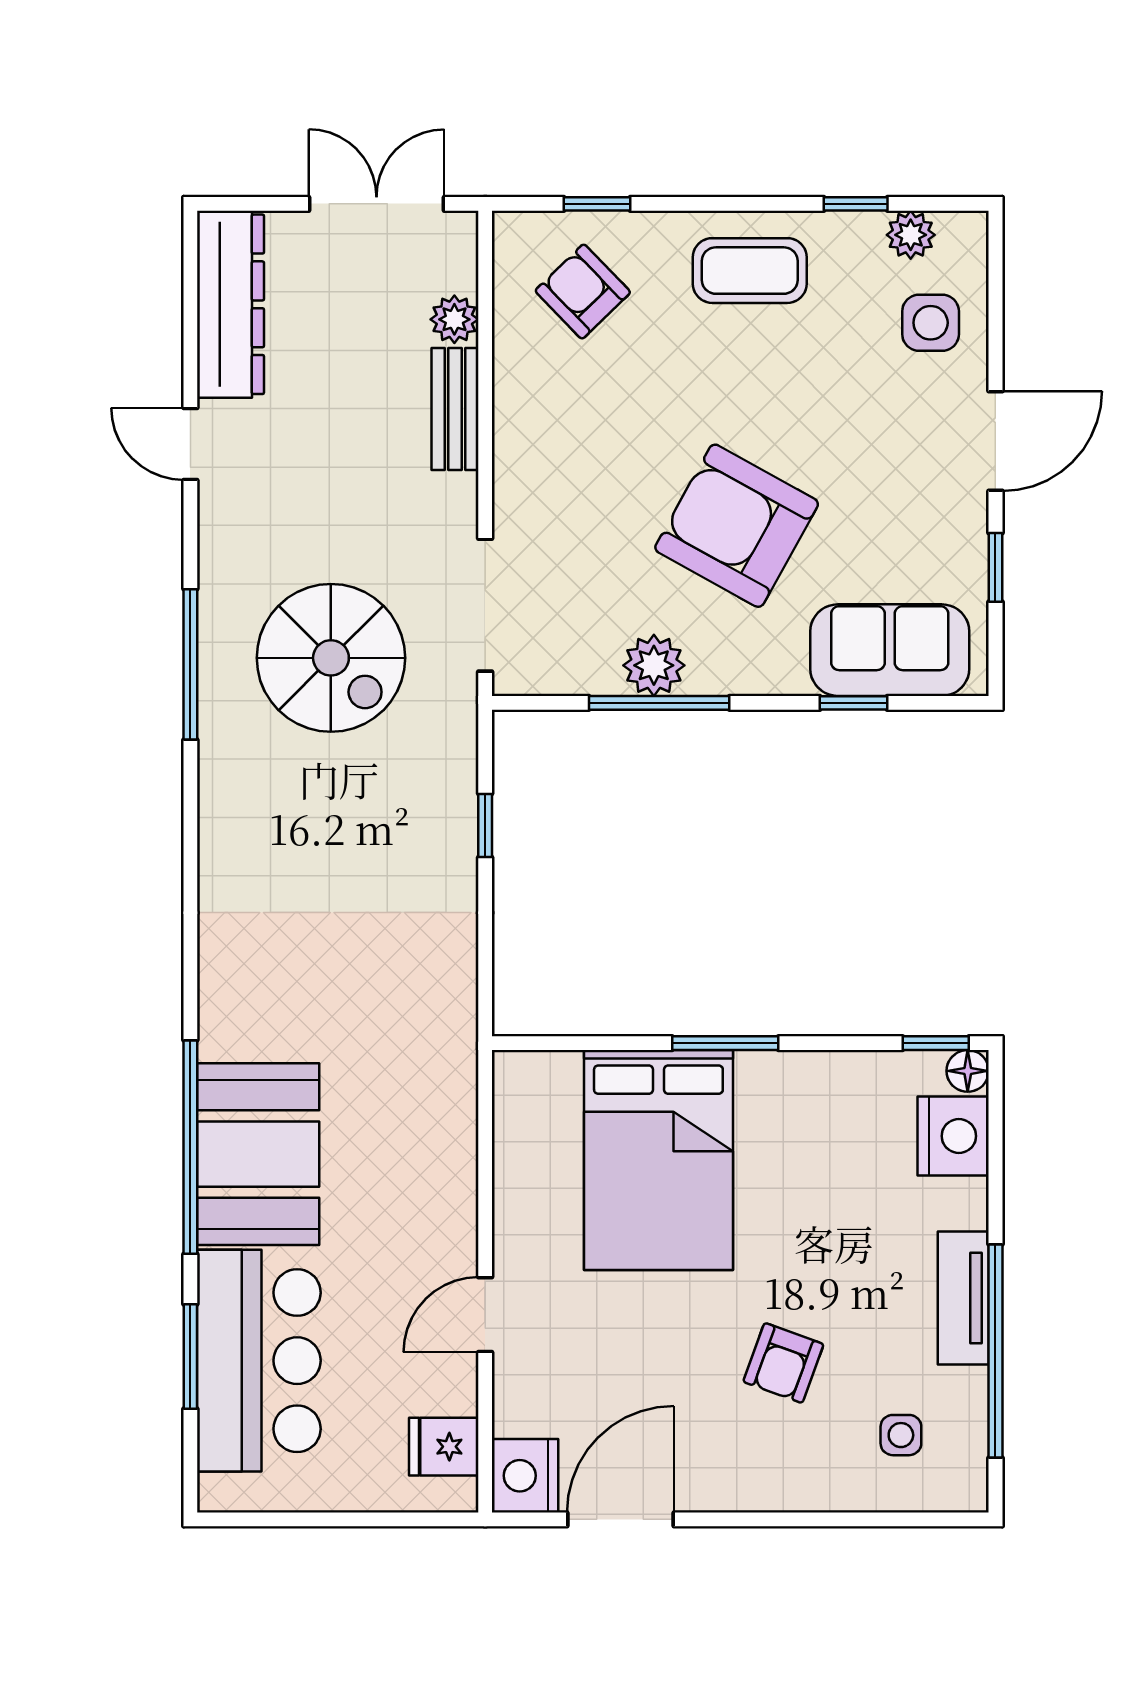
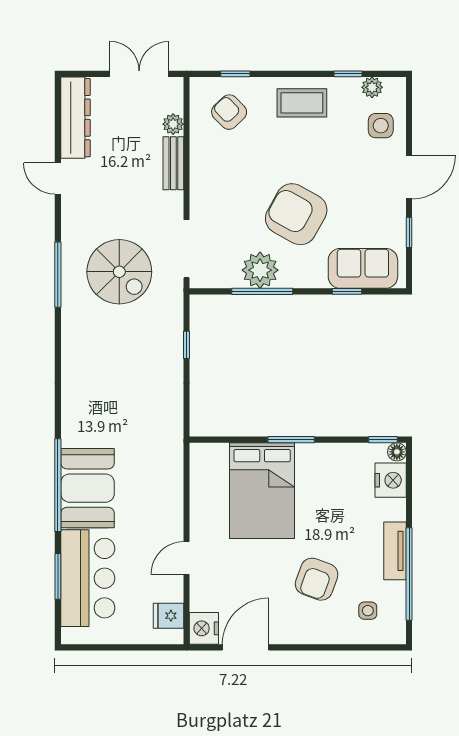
plant: (654, 665) -> (260, 270), width x1.36, depth x1.36
armchair: (783, 1363) -> (317, 579), width x1.38, depth x1.38

